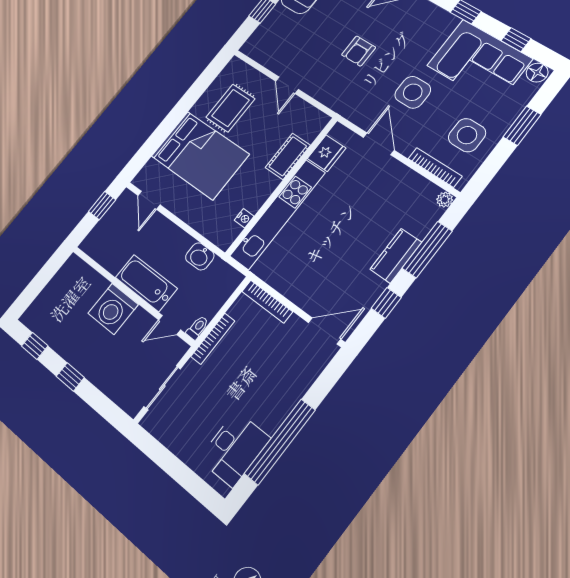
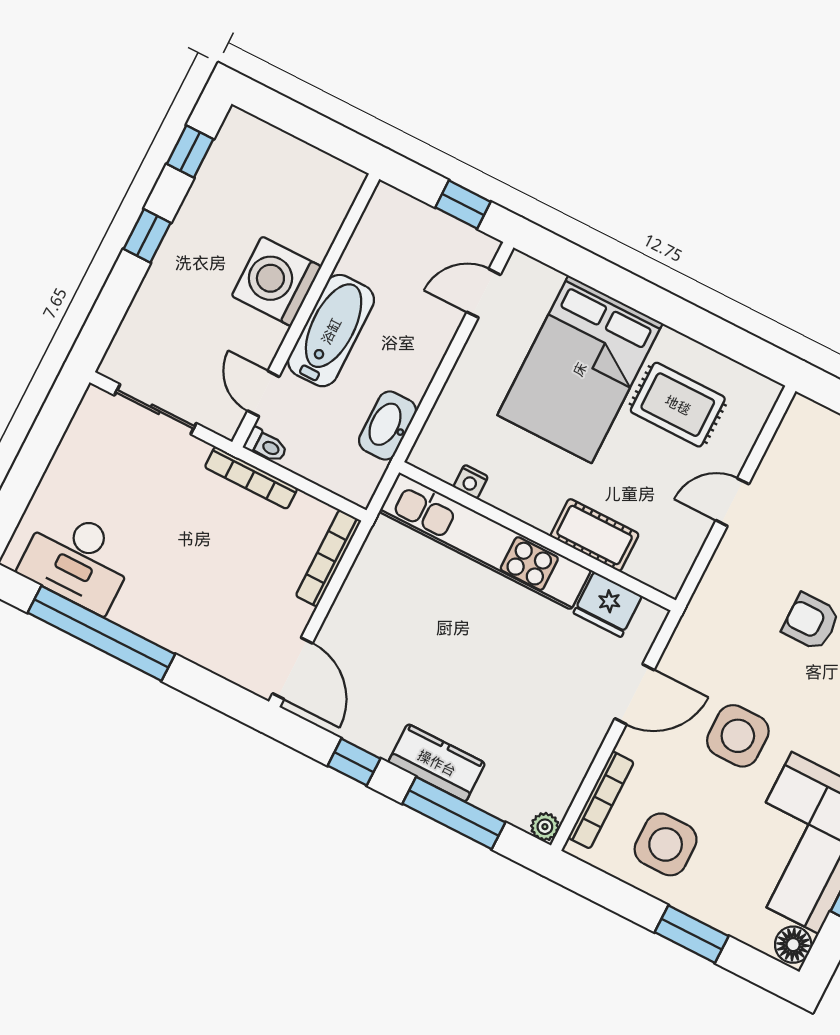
washbasin: (200, 256) -> (387, 426), width x1.38

